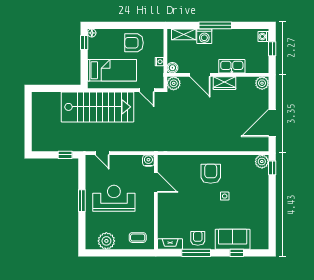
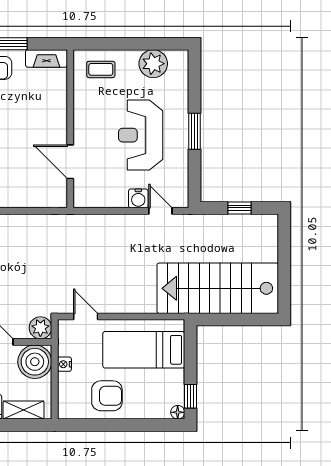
boiler: (172, 68) -> (35, 362), width x1.86, depth x1.86
stairs: (97, 107) -> (218, 288), moved
window: (65, 155) -> (239, 208), moved
water cooler: (148, 161) -> (138, 198), moved
reception desk: (114, 198) -> (141, 135), turned 90

